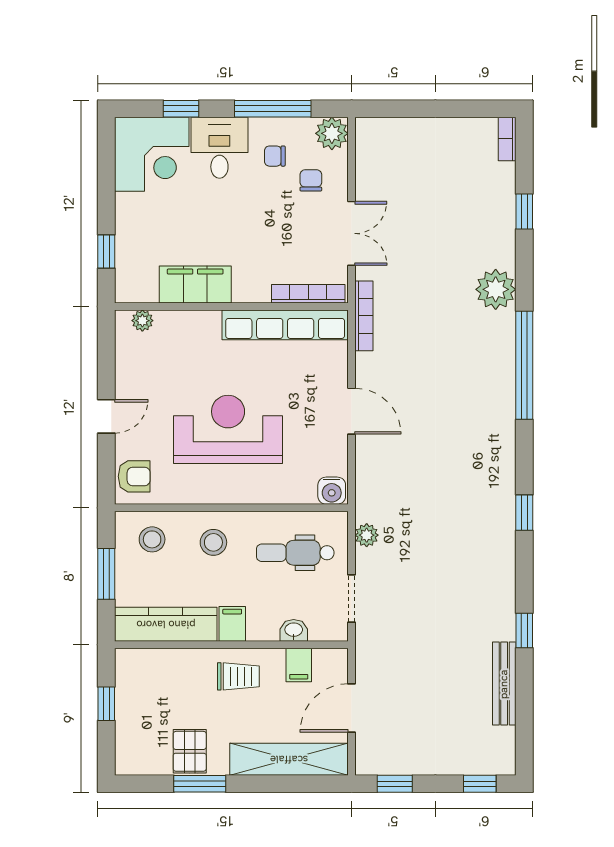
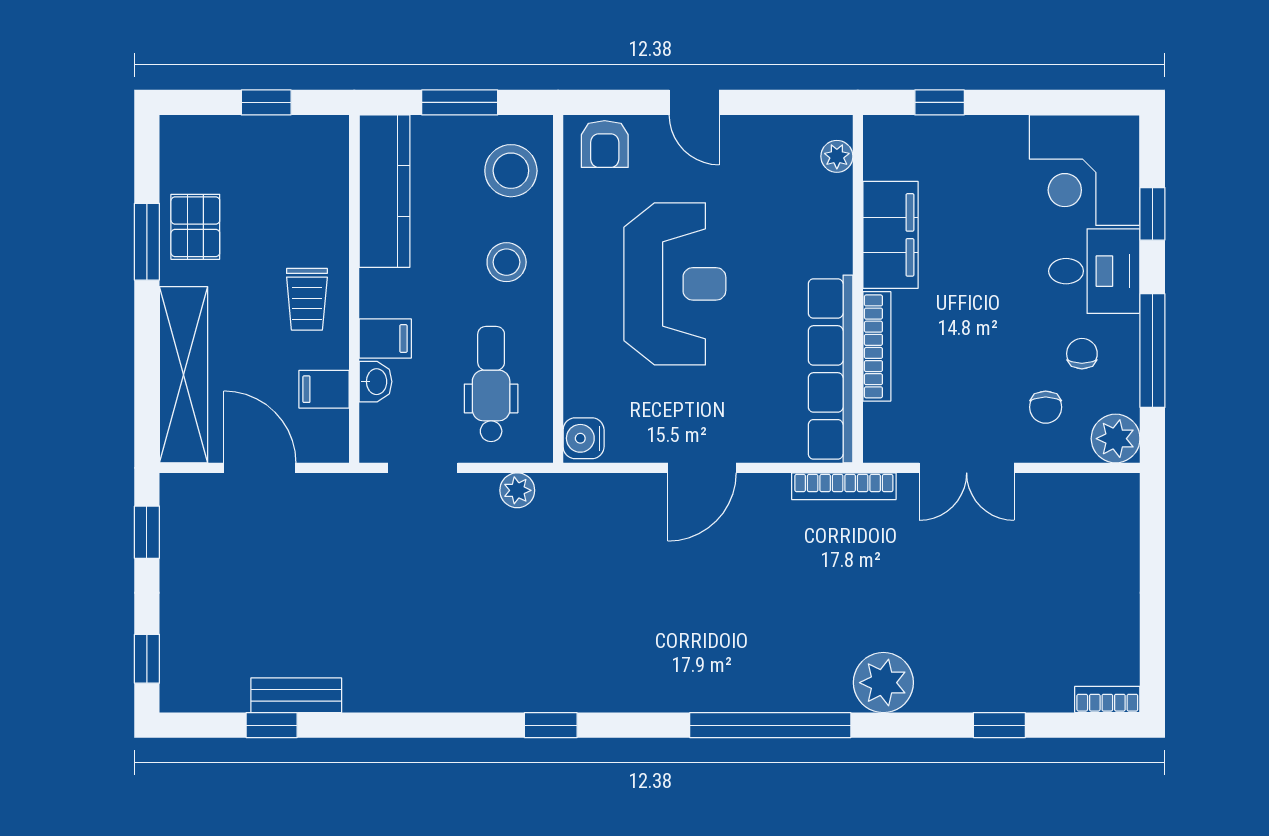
chair: (311, 180) -> (1046, 407), turned 90
bookcase: (308, 294) -> (877, 346), moved
stool: (152, 539) -> (511, 171), width x1.38, depth x1.38
filing cabinet: (232, 624) -> (385, 339), moved
window: (524, 631) -> (272, 725), moved
bench: (504, 684) -> (296, 695), width x0.73
pallet: (190, 751) -> (195, 227), turned 90

